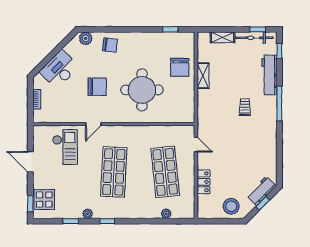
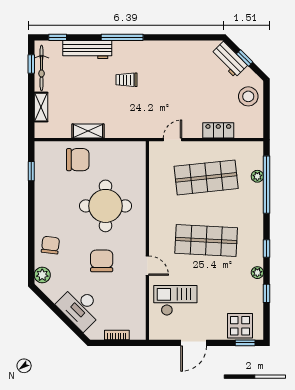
window: (159, 221) -> (266, 185), added

